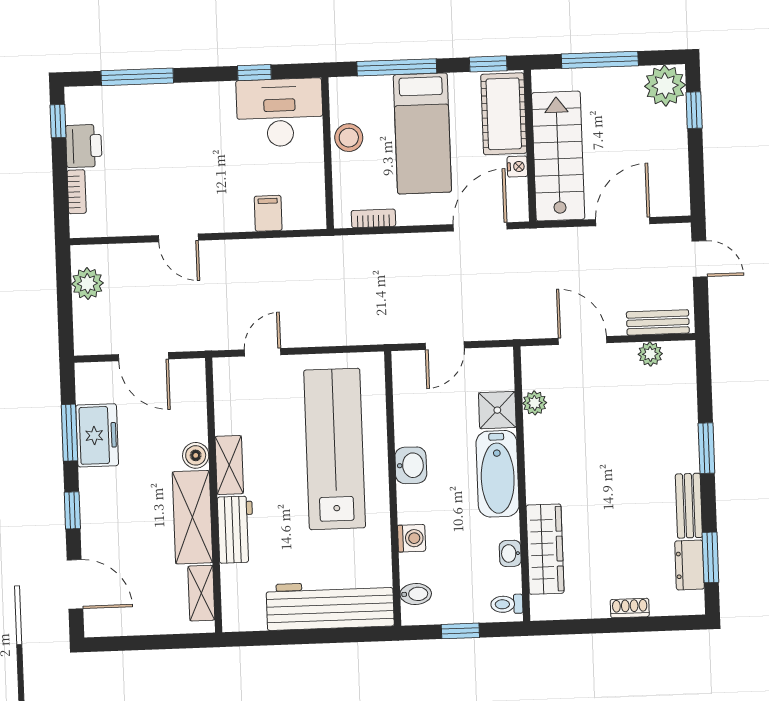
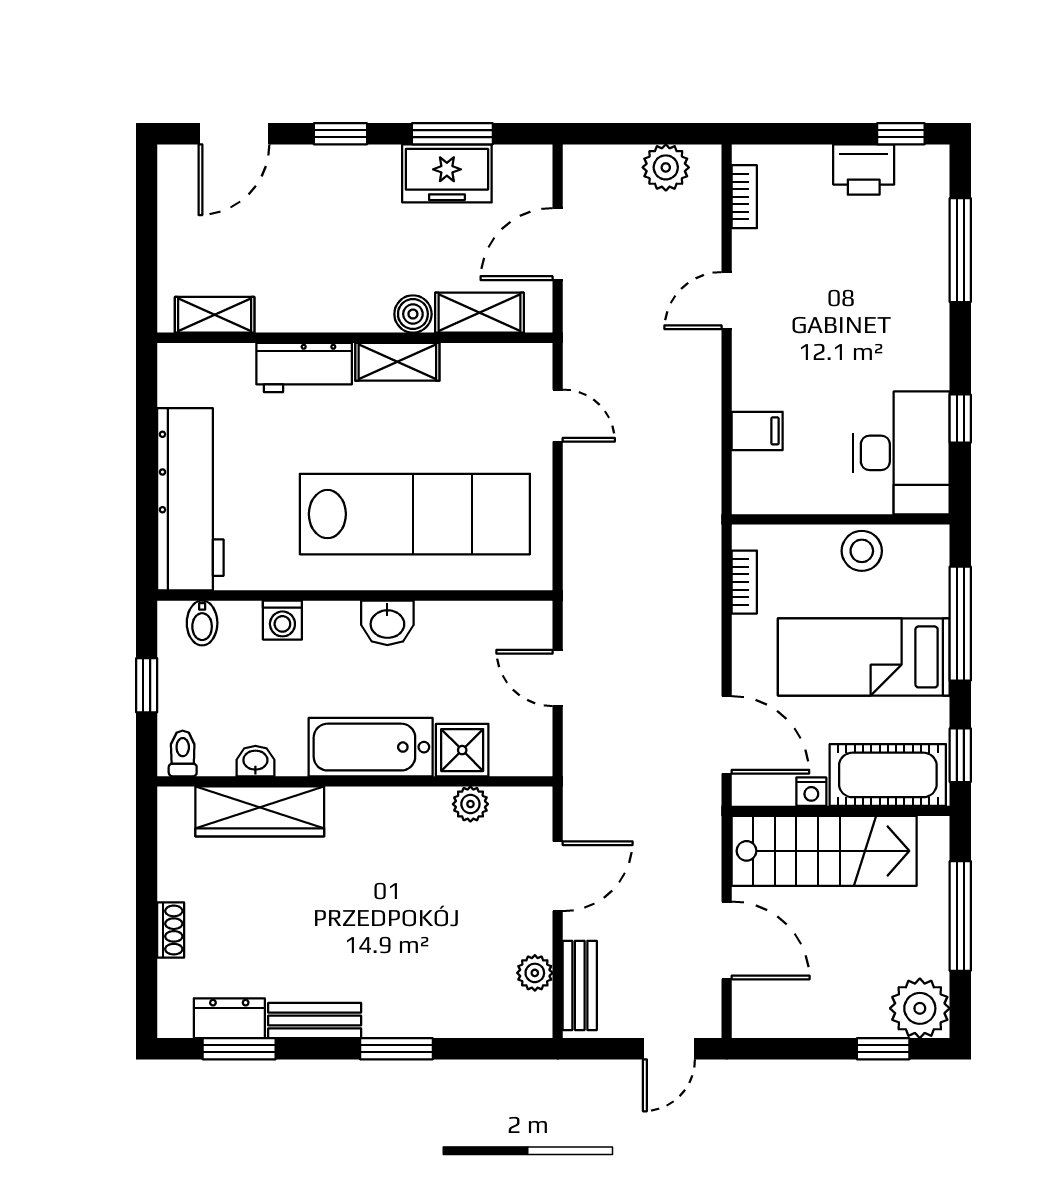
bookcase: (77, 192) -> (744, 197), moved, turned -90
shelving: (192, 517) -> (479, 313), moved, width x0.67, depth x0.75

